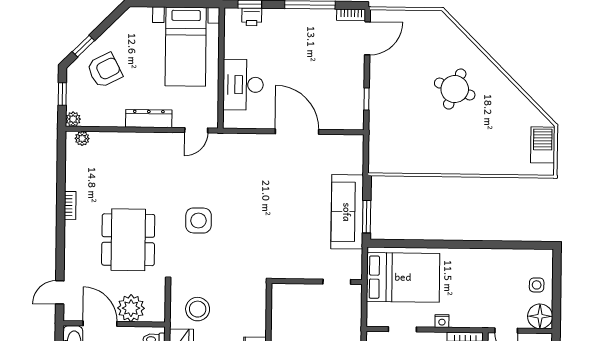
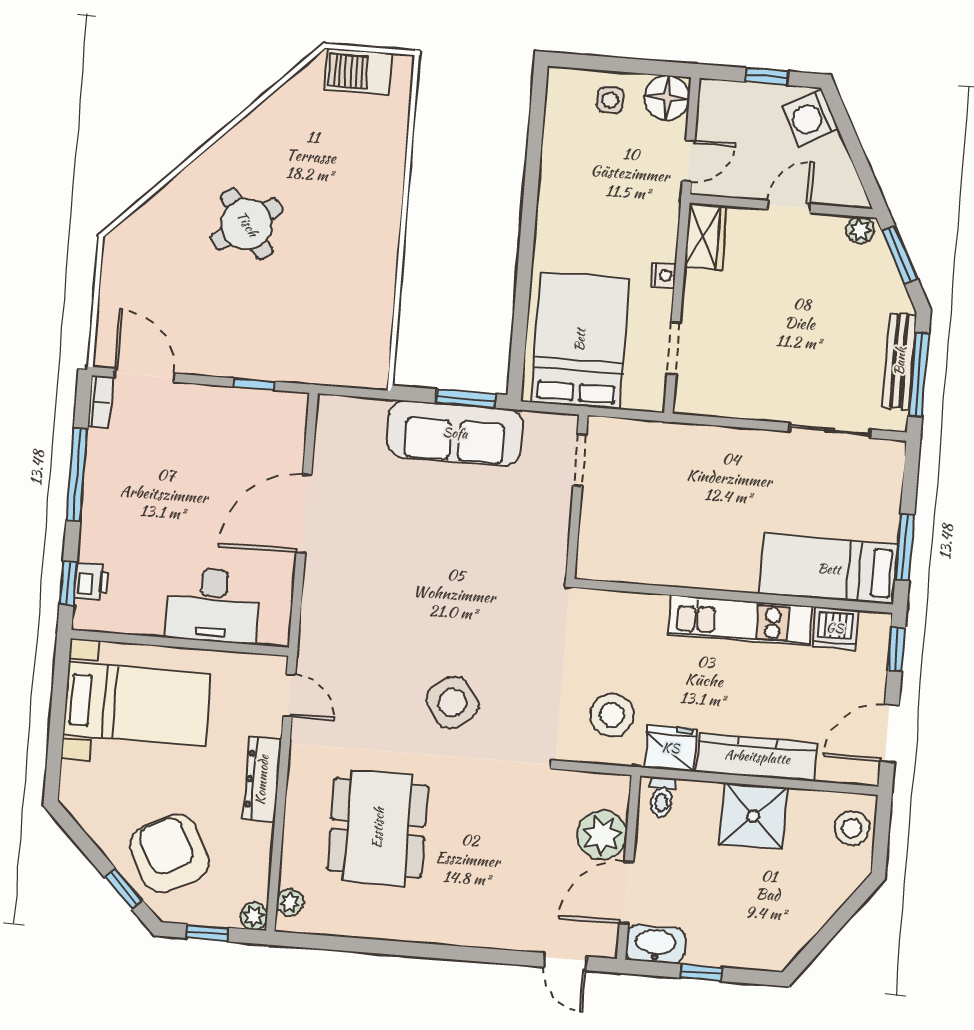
armchair: (105, 70) -> (169, 853), width x1.36, depth x1.36
round table: (455, 89) -> (247, 224), turned 33
bookcase: (70, 205) -> (409, 932), removed
side table: (198, 220) -> (452, 702), turned -37
dining table: (128, 240) -> (378, 828), moved, turned 90

